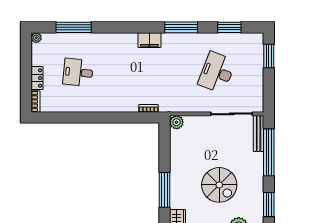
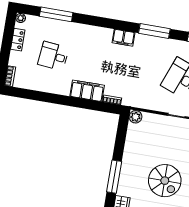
locker: (37, 78) -> (18, 40), moved
filing cabinet: (120, 103) -> (87, 91), added

